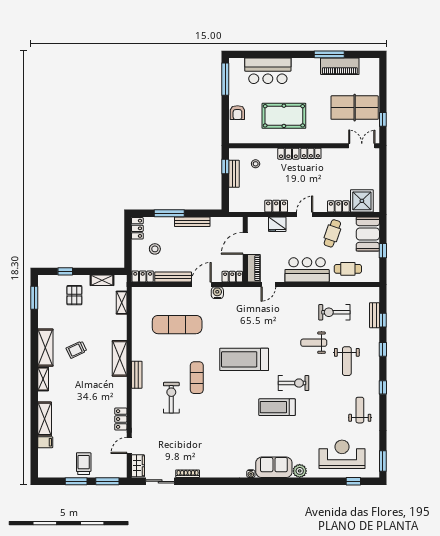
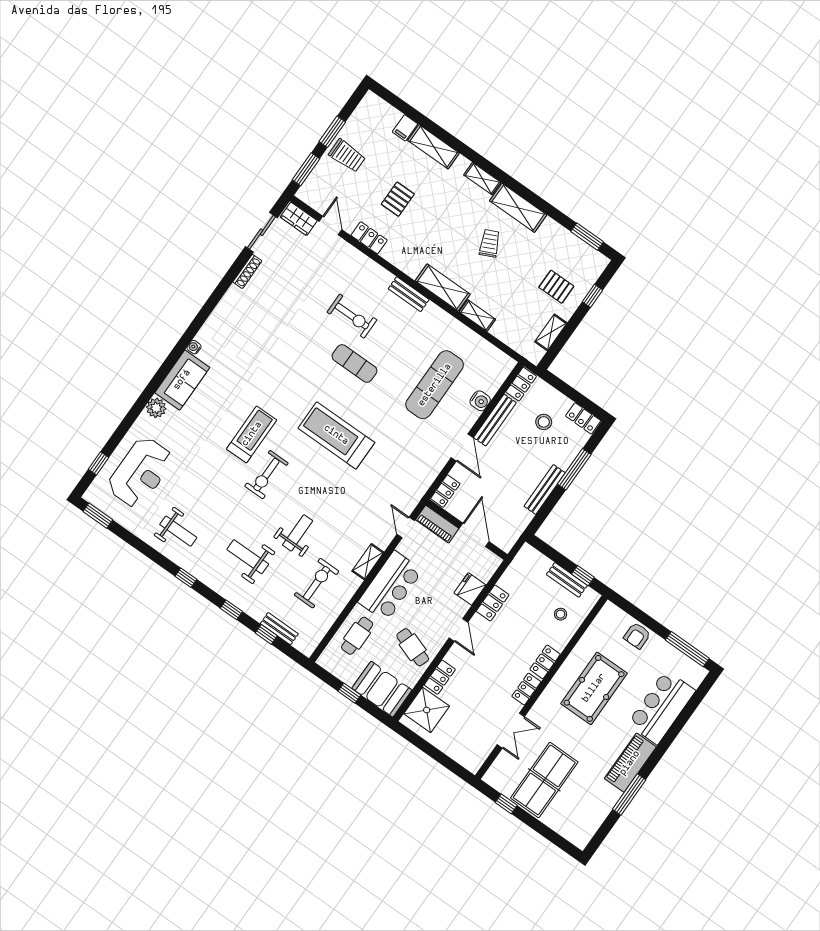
piano: (340, 66) -> (630, 763), moved
armchair: (237, 113) -> (637, 636), turned -90
double door: (362, 146) -> (511, 731), moved
shelving: (302, 292) -> (368, 562), added
water cooler: (217, 293) -> (480, 401), moved
shelving: (122, 303) -> (477, 316), moved
treadmill: (244, 359) -> (336, 435), turned -90
pallet: (88, 418) -> (398, 199), added

